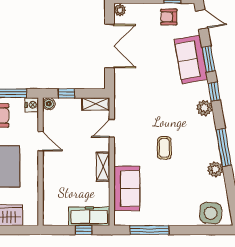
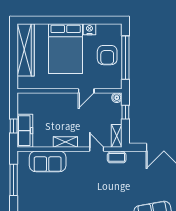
nightstand: (32, 105) -> (116, 84), removed
coffee table: (164, 148) -> (117, 157), moved

